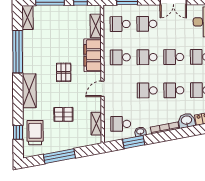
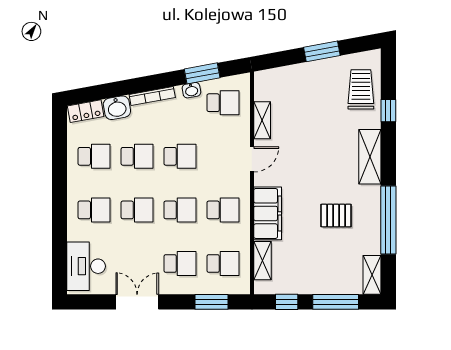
pallet: (64, 72) -> (336, 216), moved, turned 90
pallet: (63, 114) -> (315, 119), removed
shelving: (96, 124) -> (262, 120), moved
window: (18, 132) -> (388, 111), moved
trolley: (35, 133) -> (361, 89), turned 180
window: (59, 156) -> (322, 51), width x0.69

